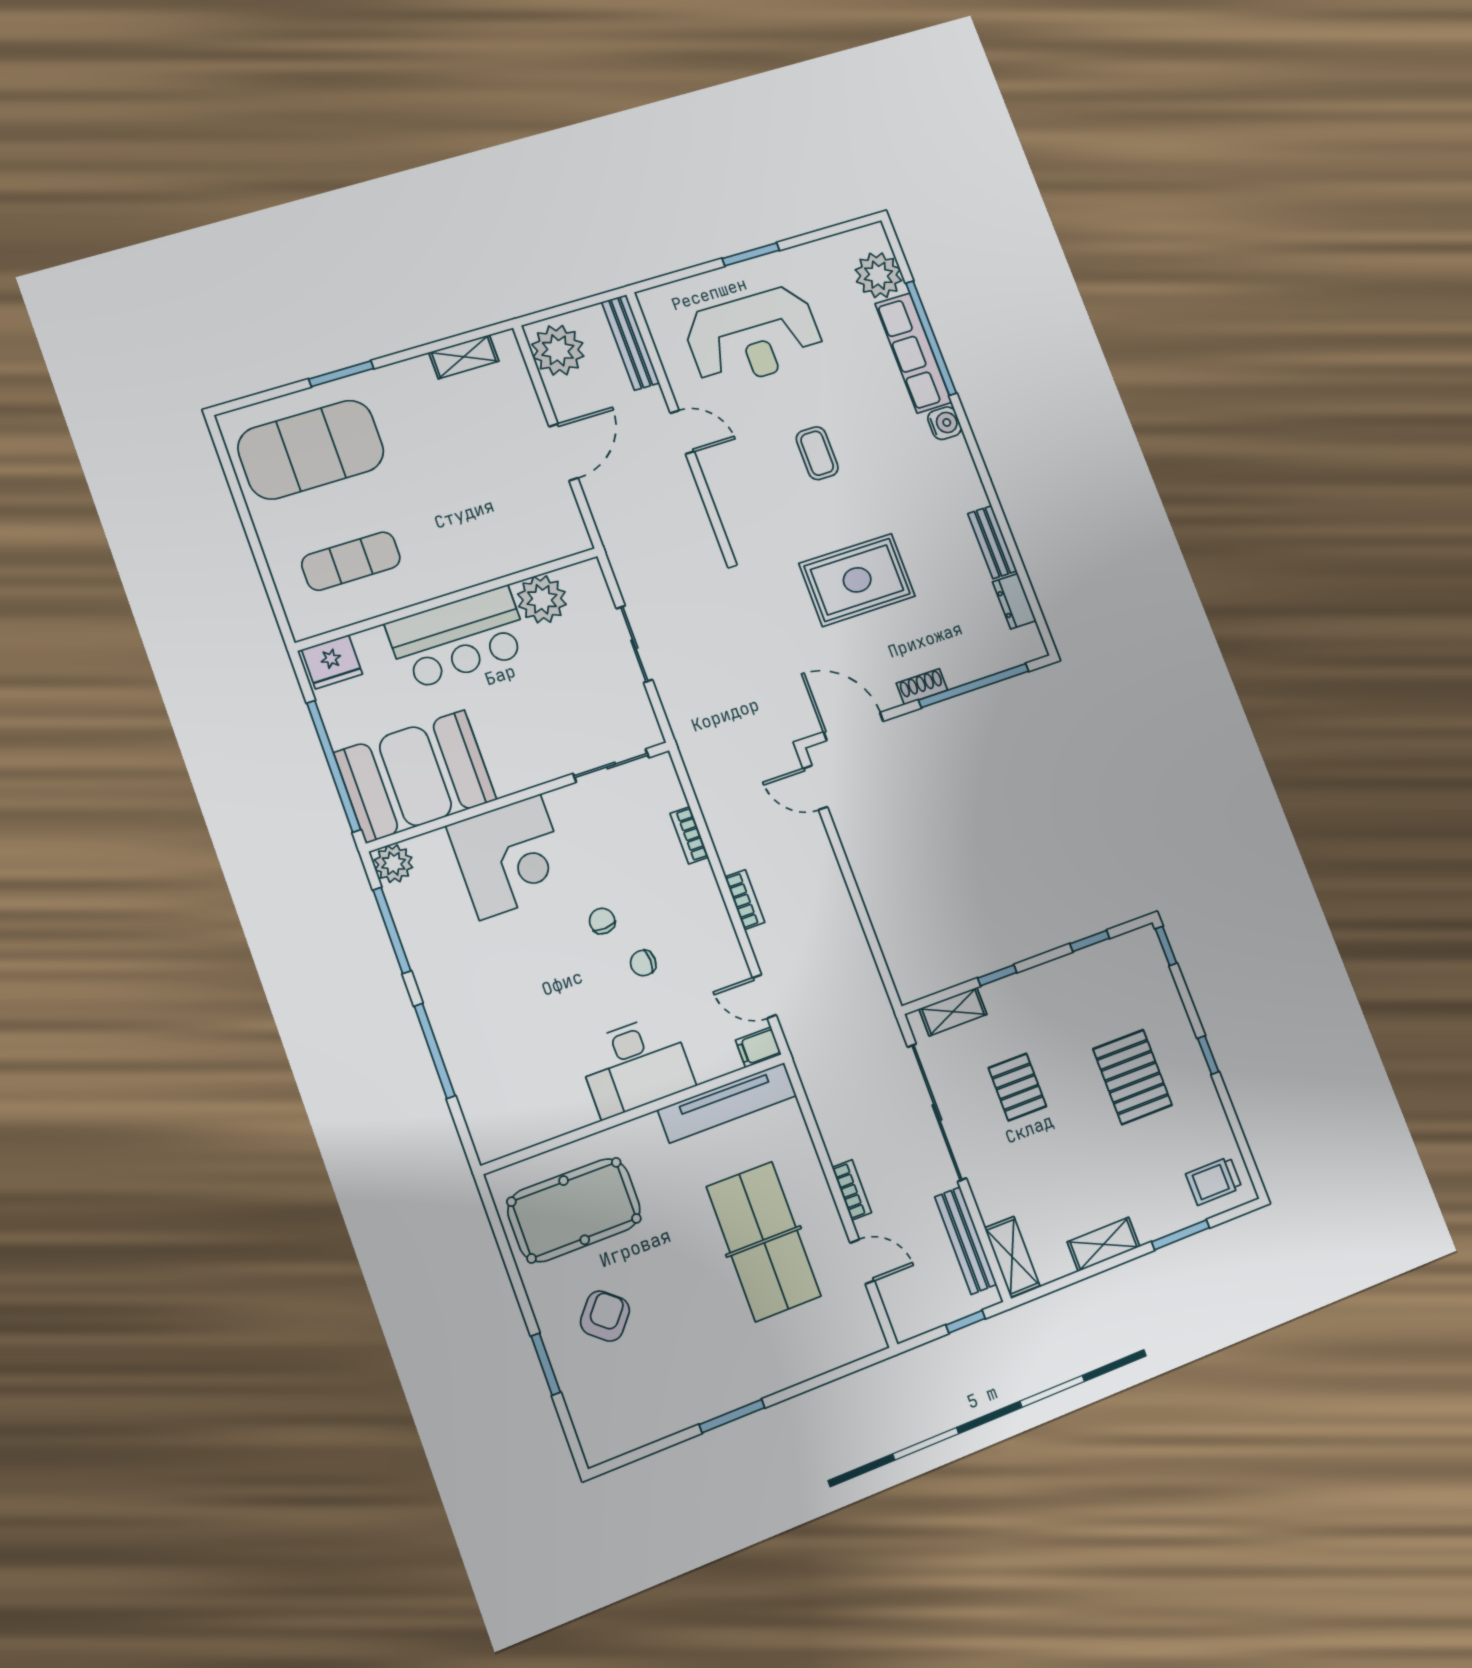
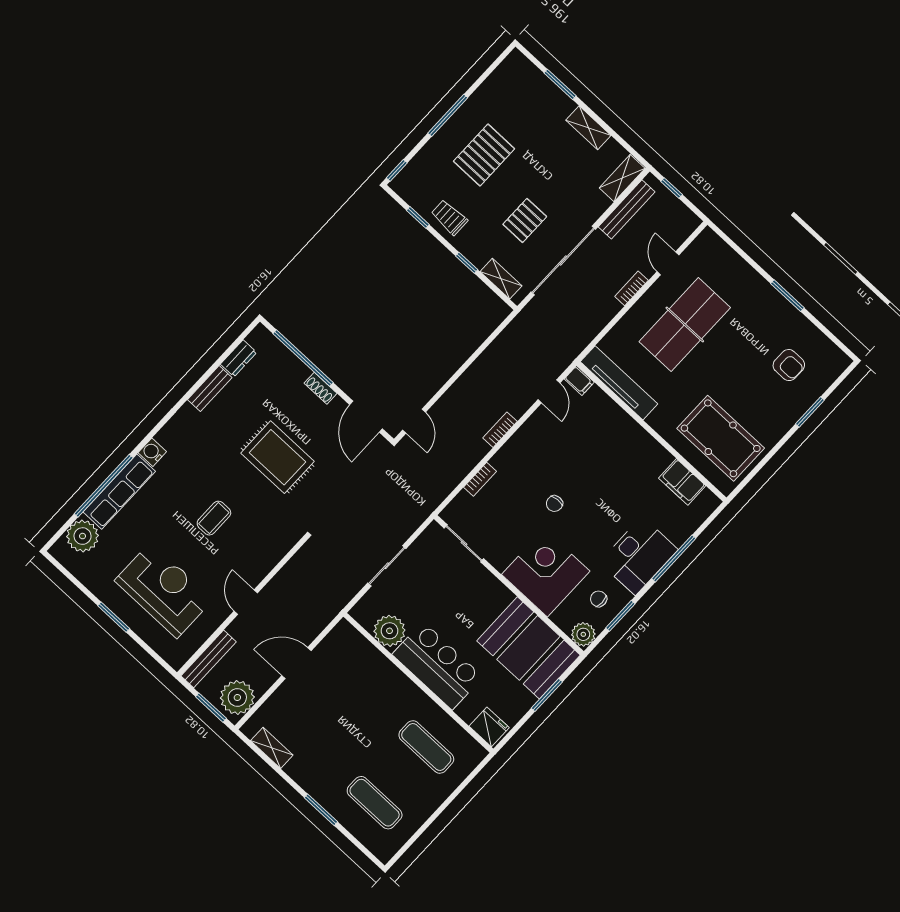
window: (563, 309) -> (211, 708), added
exercise mat: (311, 450) -> (375, 803), width x0.50, depth x0.69
window: (334, 766) -> (547, 695), width x0.47
window: (392, 930) -> (620, 616), width x0.69
chair: (643, 963) -> (599, 599), moved, turned 180
window: (1208, 1055) -> (448, 115), width x2.17
desk: (636, 1065) -> (639, 556), moved, turned 90
filing cabinet: (540, 1121) -> (682, 482), added
trolley: (1214, 1181) -> (449, 217), moved, turned 180
armchair: (605, 1316) -> (789, 365), moved, turned -130

